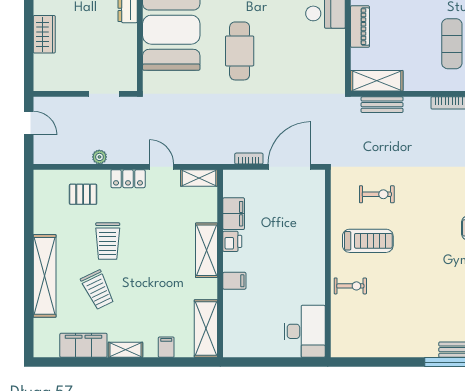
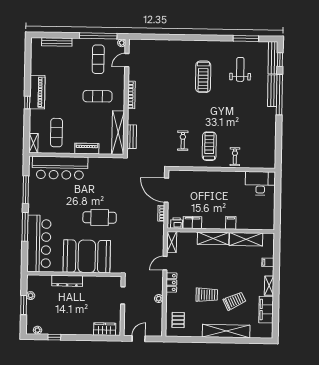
wardrobe: (44, 34) -> (105, 329), moved
shelving: (377, 81) -> (118, 133), width x1.47
pallet: (83, 194) -> (178, 320), moved
printer: (232, 241) -> (177, 223), moved
shelving: (206, 329) -> (246, 239), moved

